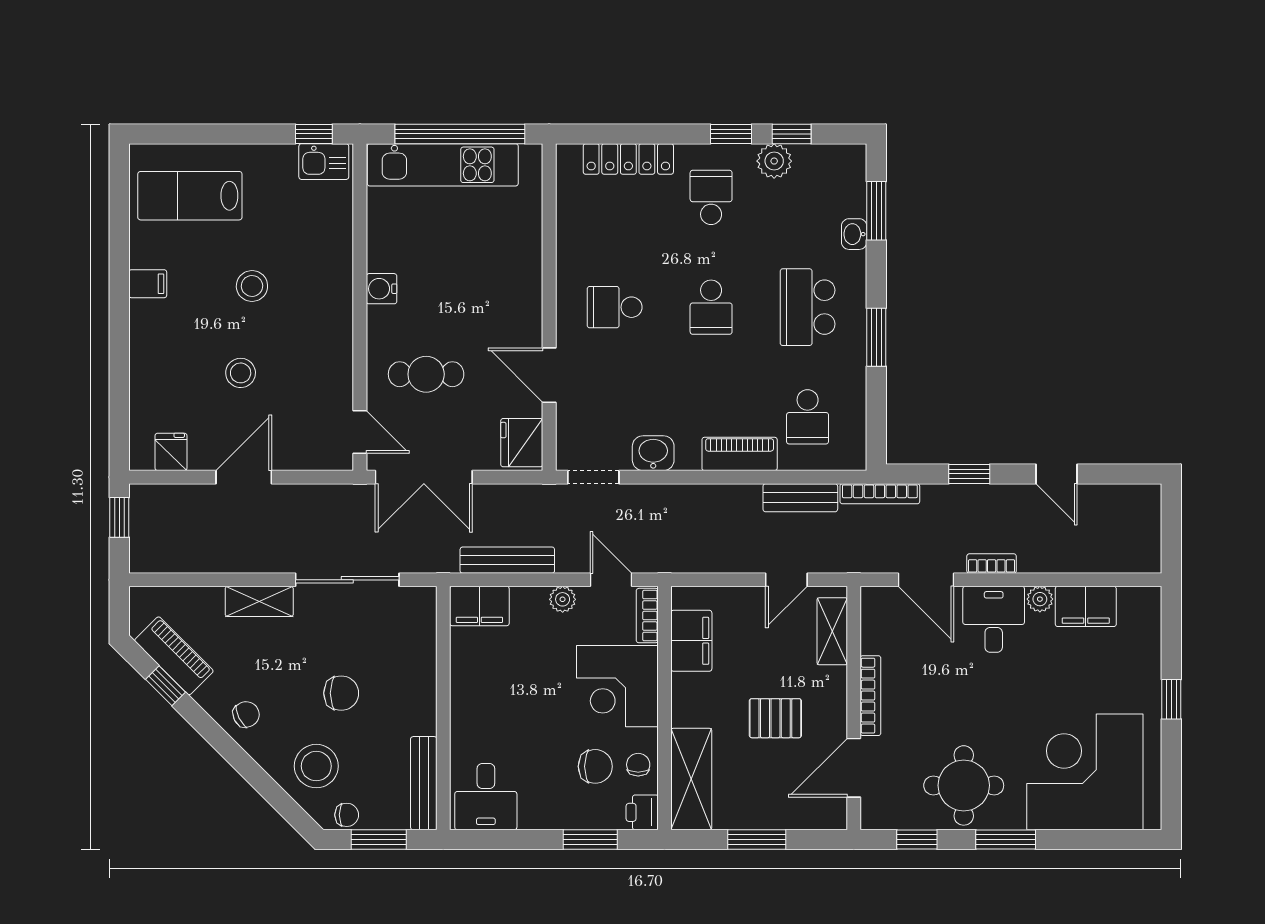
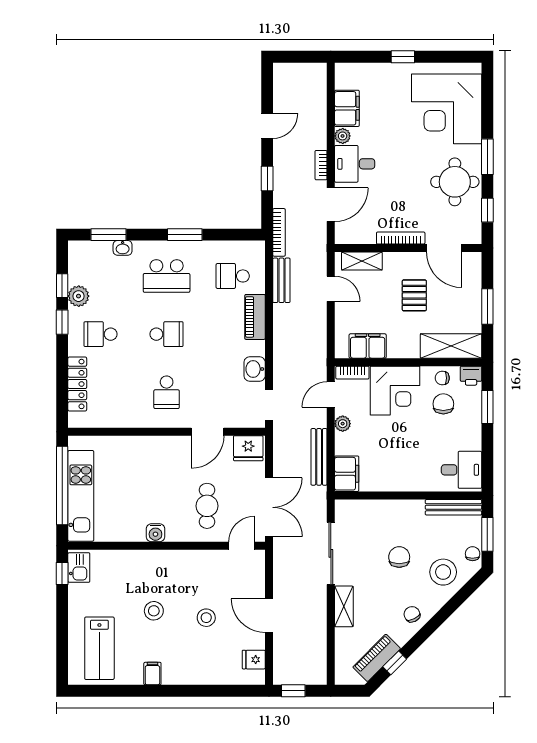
school desk: (808, 417) -> (233, 276), turned 180

